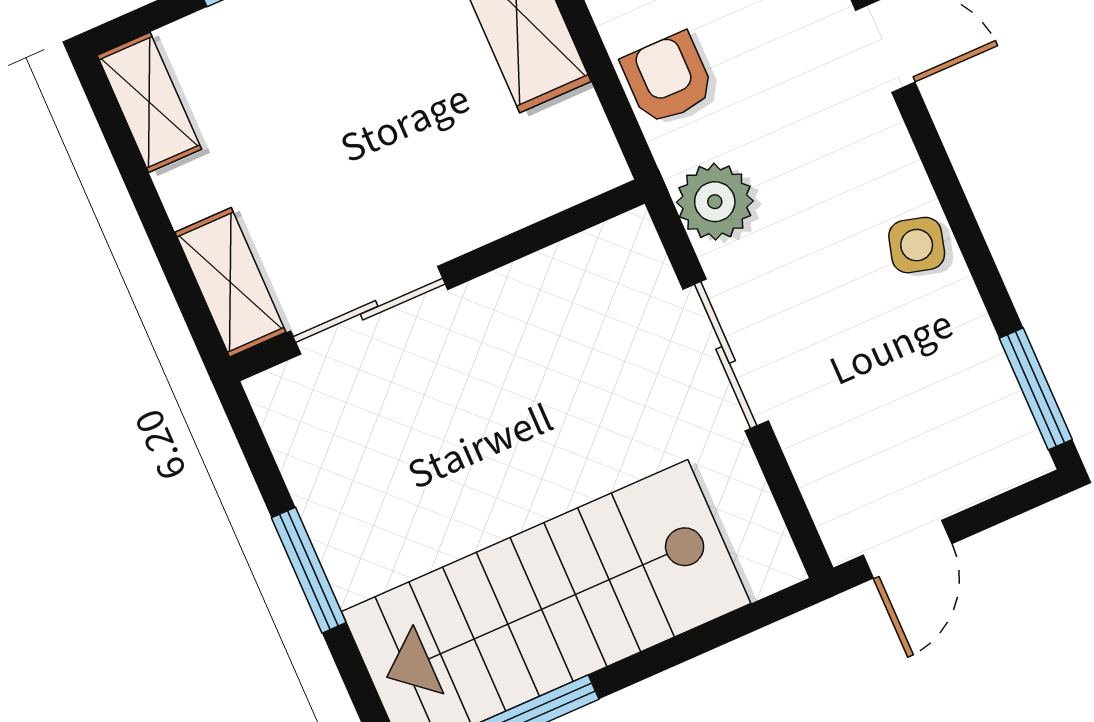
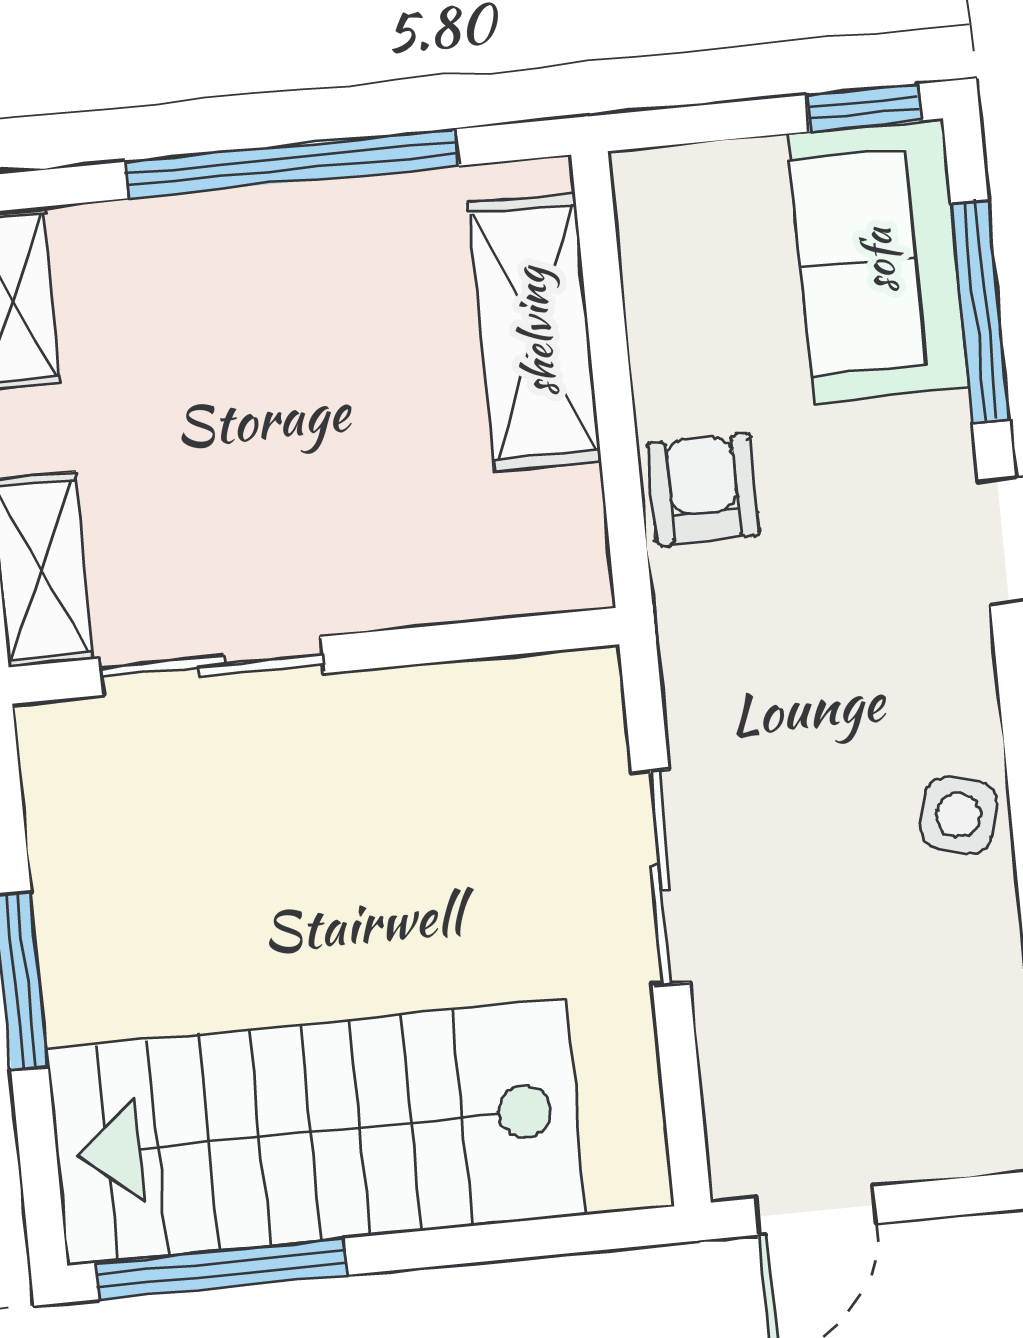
plant: (715, 202) -> (712, 672), removed

